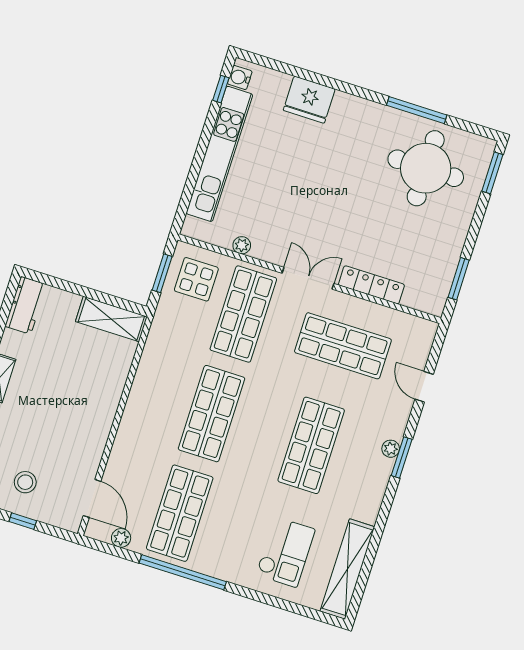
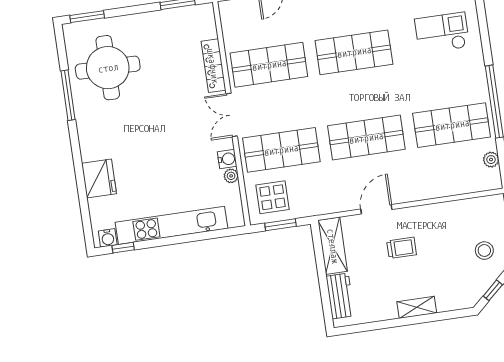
water cooler: (262, 250) -> (227, 159), added
workbench: (26, 305) -> (340, 296), moved, turned 90
shop shelf: (343, 346) -> (269, 65), turned 90
trolley: (72, 393) -> (402, 248), added
door: (92, 498) -> (376, 209), moved

